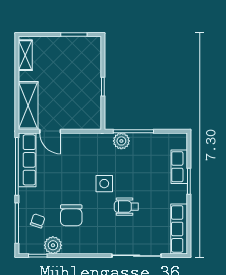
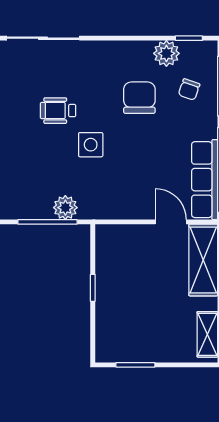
wheelchair: (126, 207) -> (58, 111), turned 180

